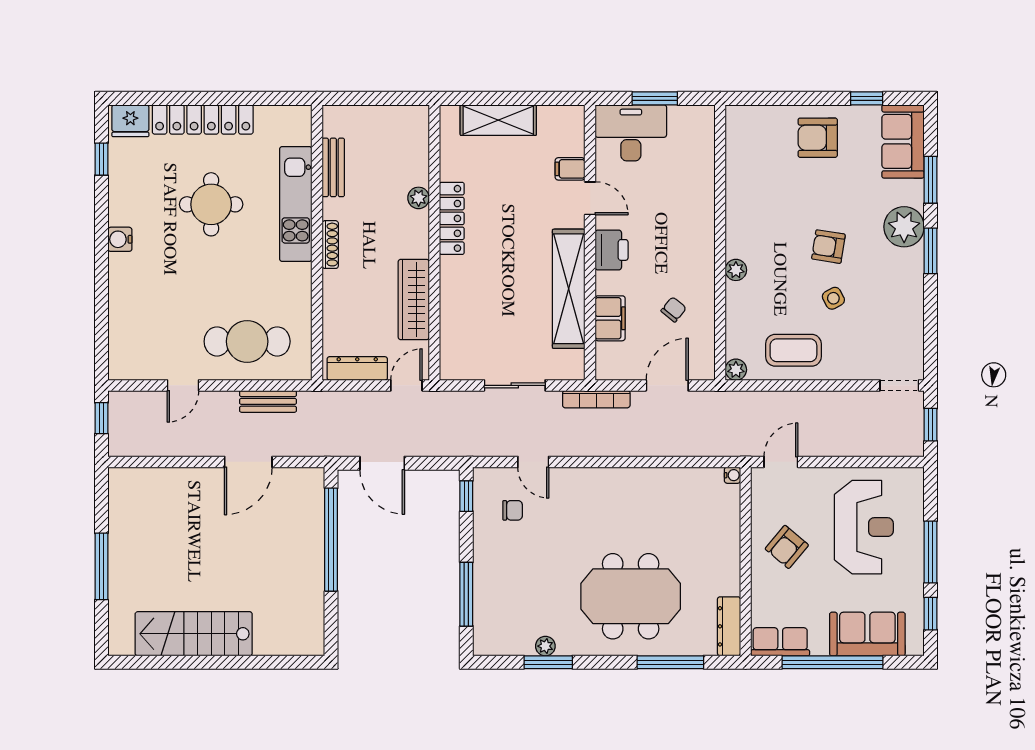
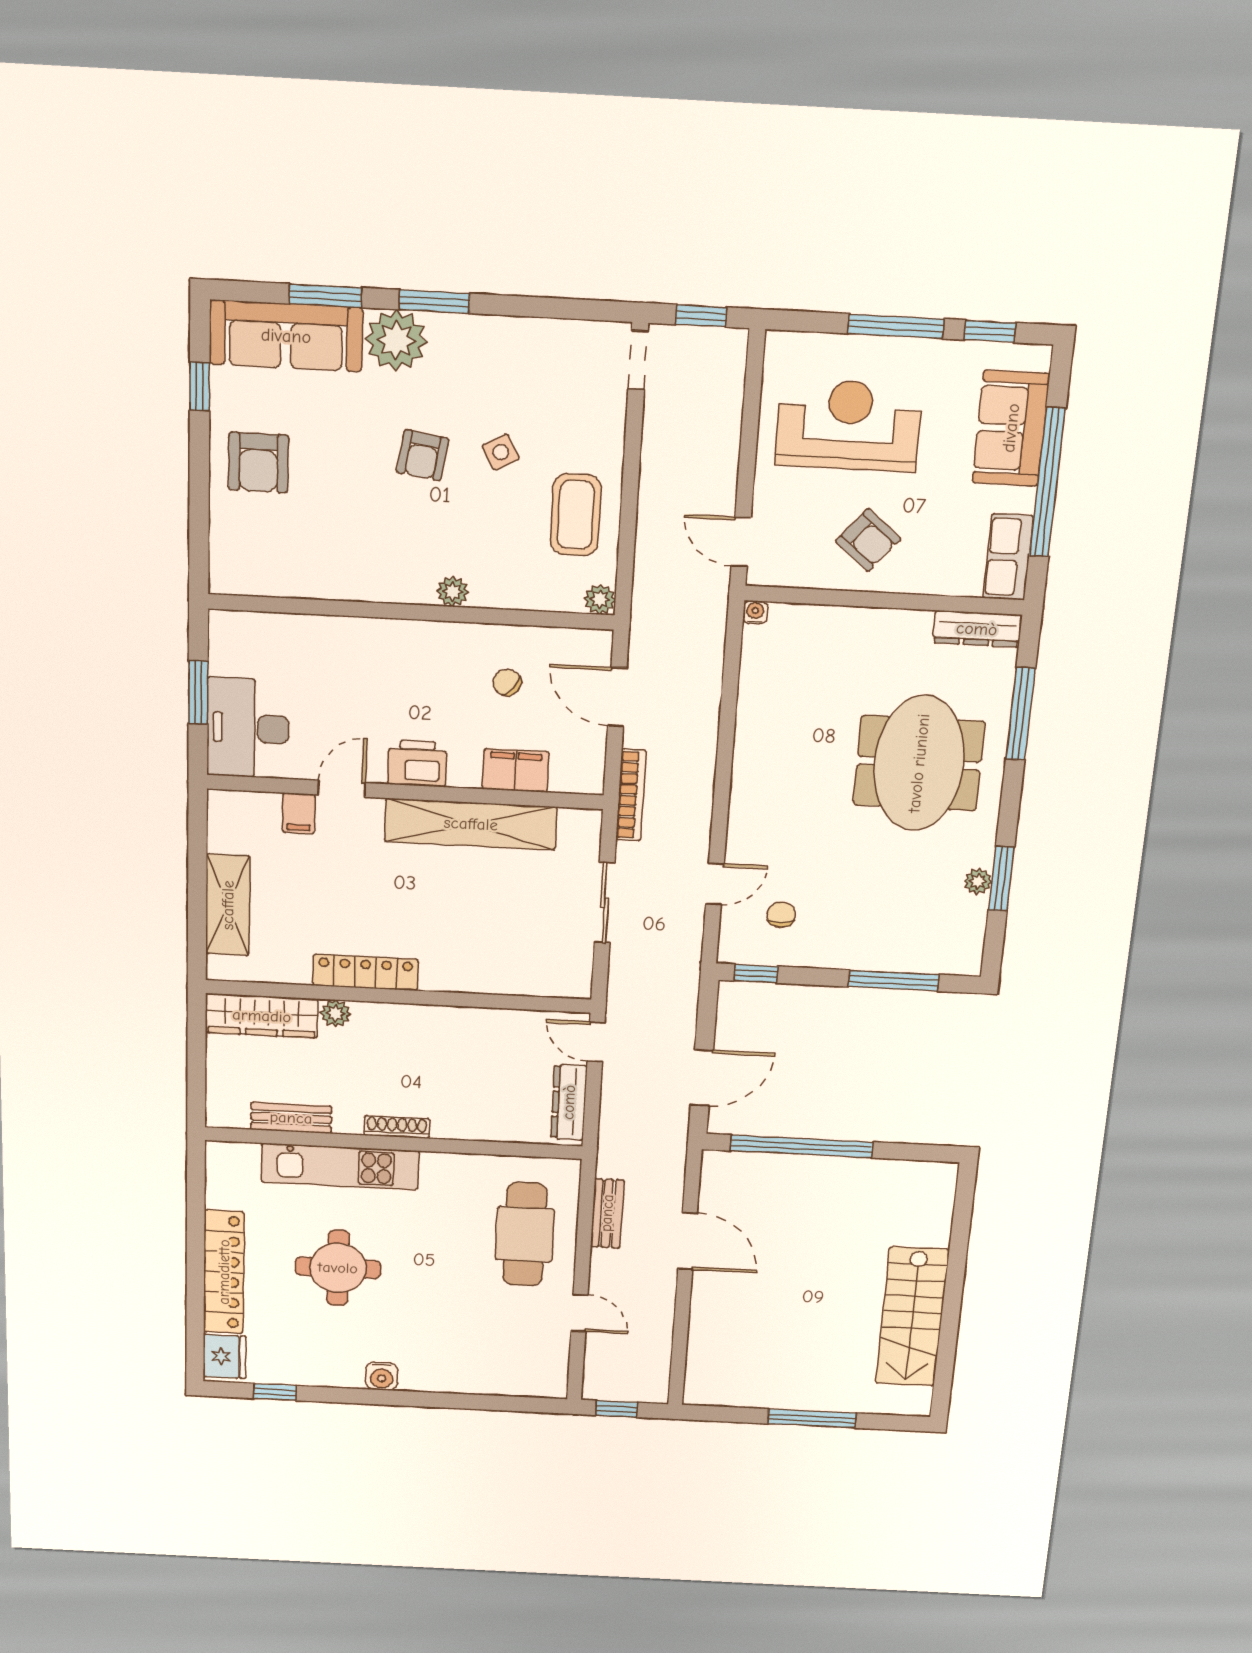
sofa: (903, 141) -> (286, 336), width x1.36
wardrobe: (414, 299) -> (262, 1016), moved

